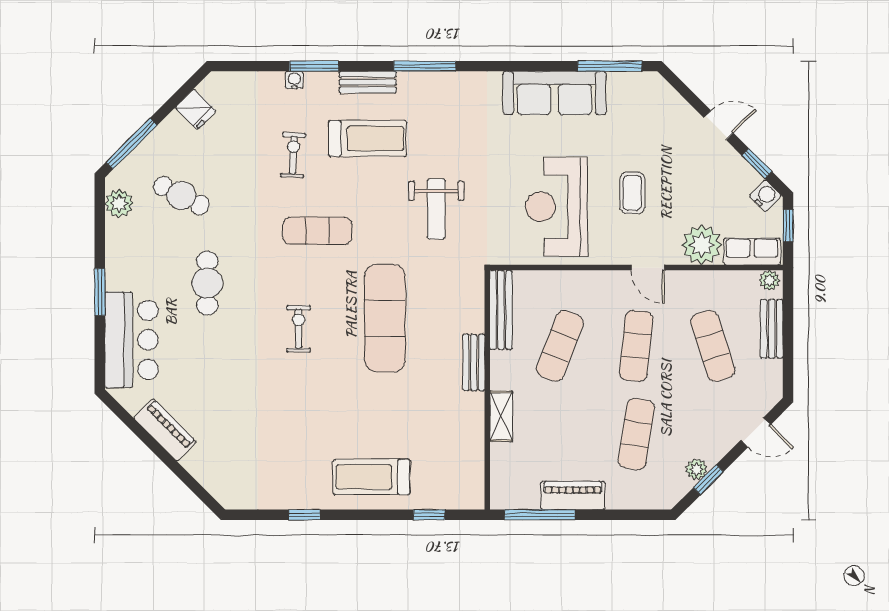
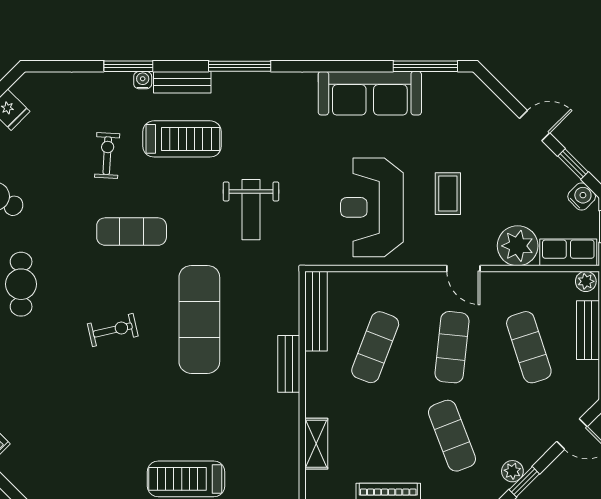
water cooler: (294, 80) -> (143, 80), moved
exercise bike: (299, 329) -> (113, 330), turned 77
shelving: (501, 416) -> (316, 444), moved
exercise mat: (636, 434) -> (452, 436), turned -30

